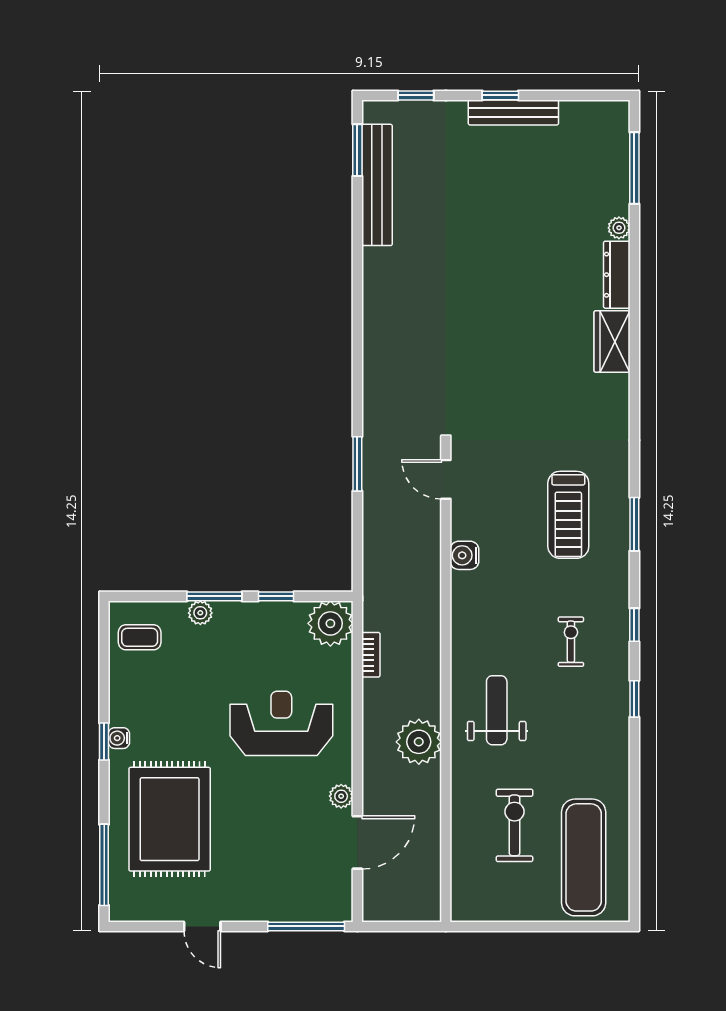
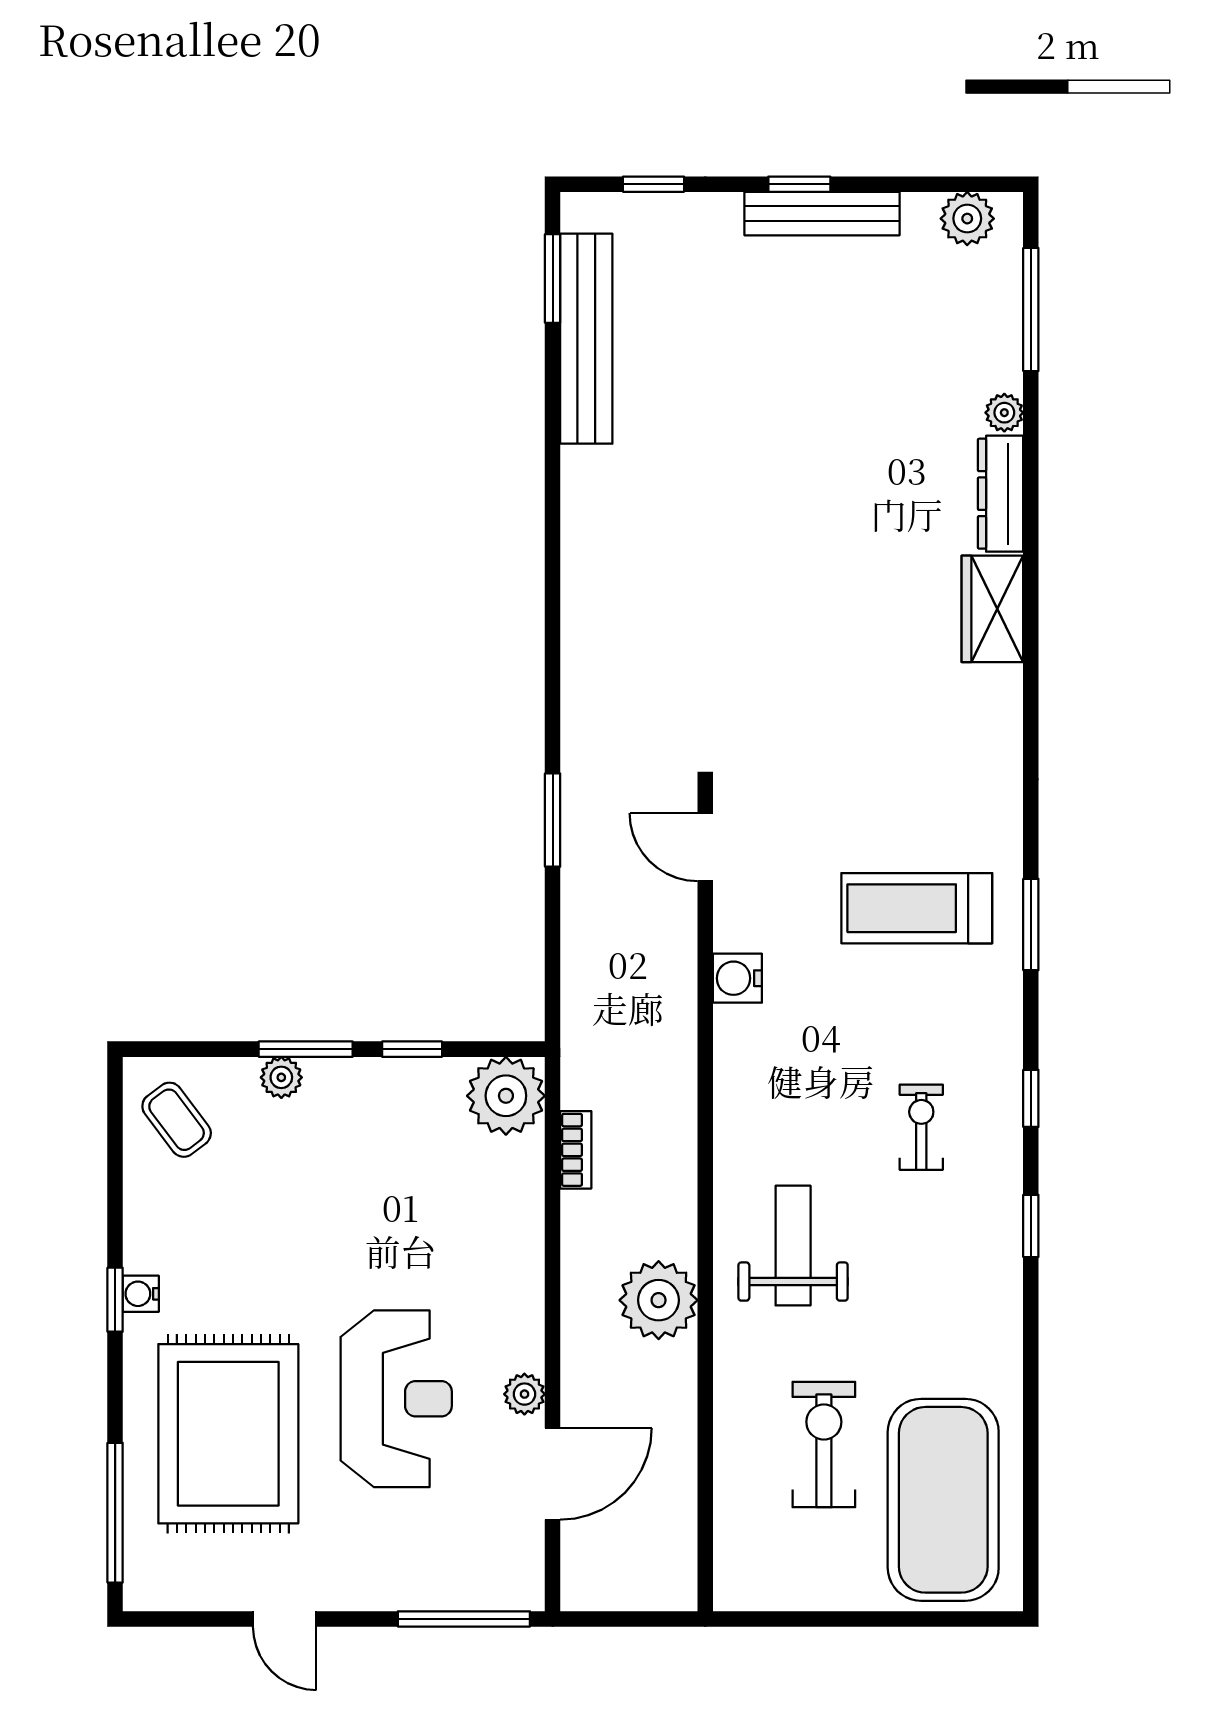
plant: (598, 115) -> (967, 219), added
treadmill: (568, 515) -> (917, 908), turned 90
coffee table: (140, 637) -> (177, 1120), turned 53
reception desk: (281, 723) -> (396, 1399), moved, turned 90
exercise mat: (584, 857) -> (943, 1500), width x1.47

